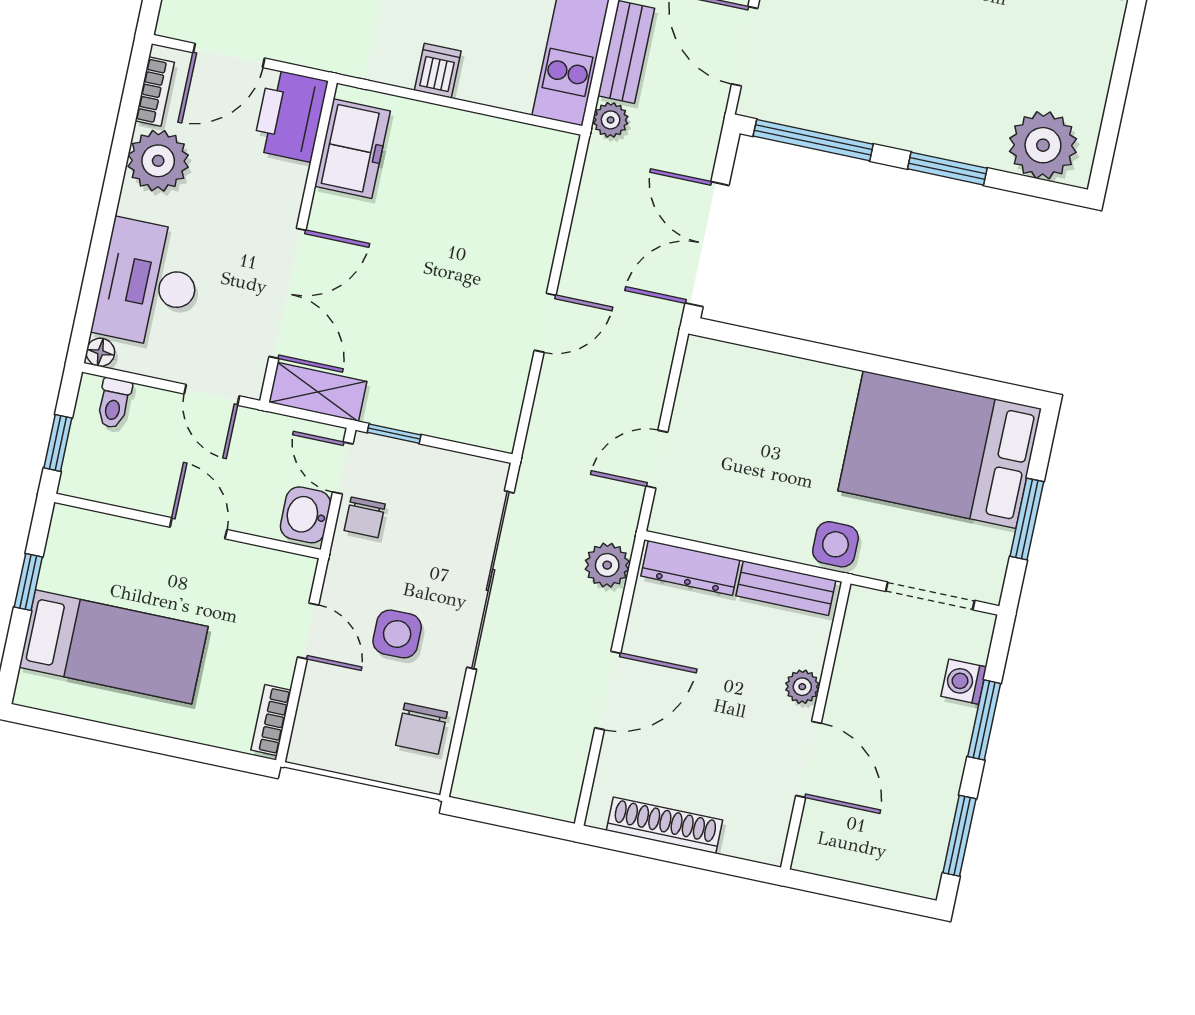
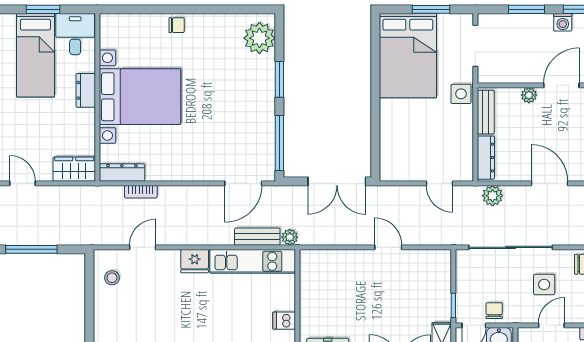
chair: (365, 517) -> (494, 311), turned -90
washing machine: (964, 682) -> (563, 22), moved

